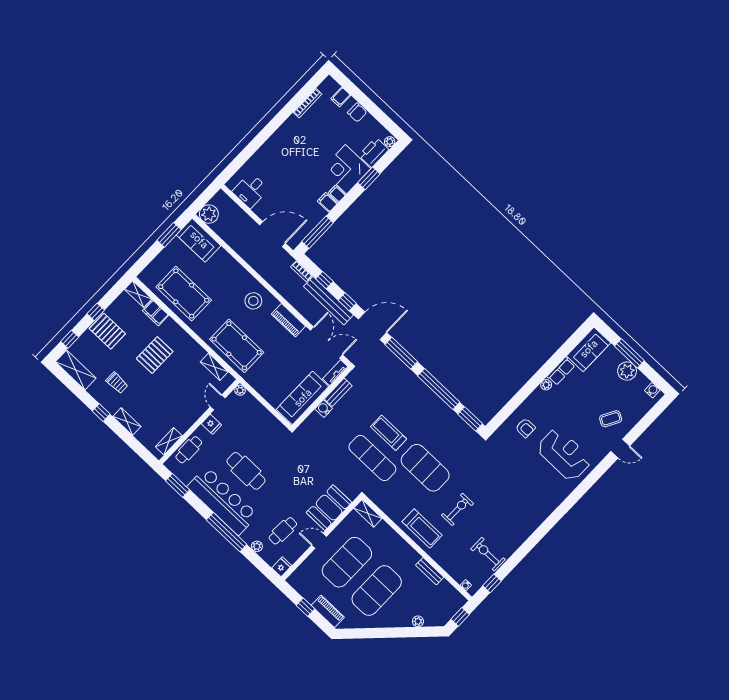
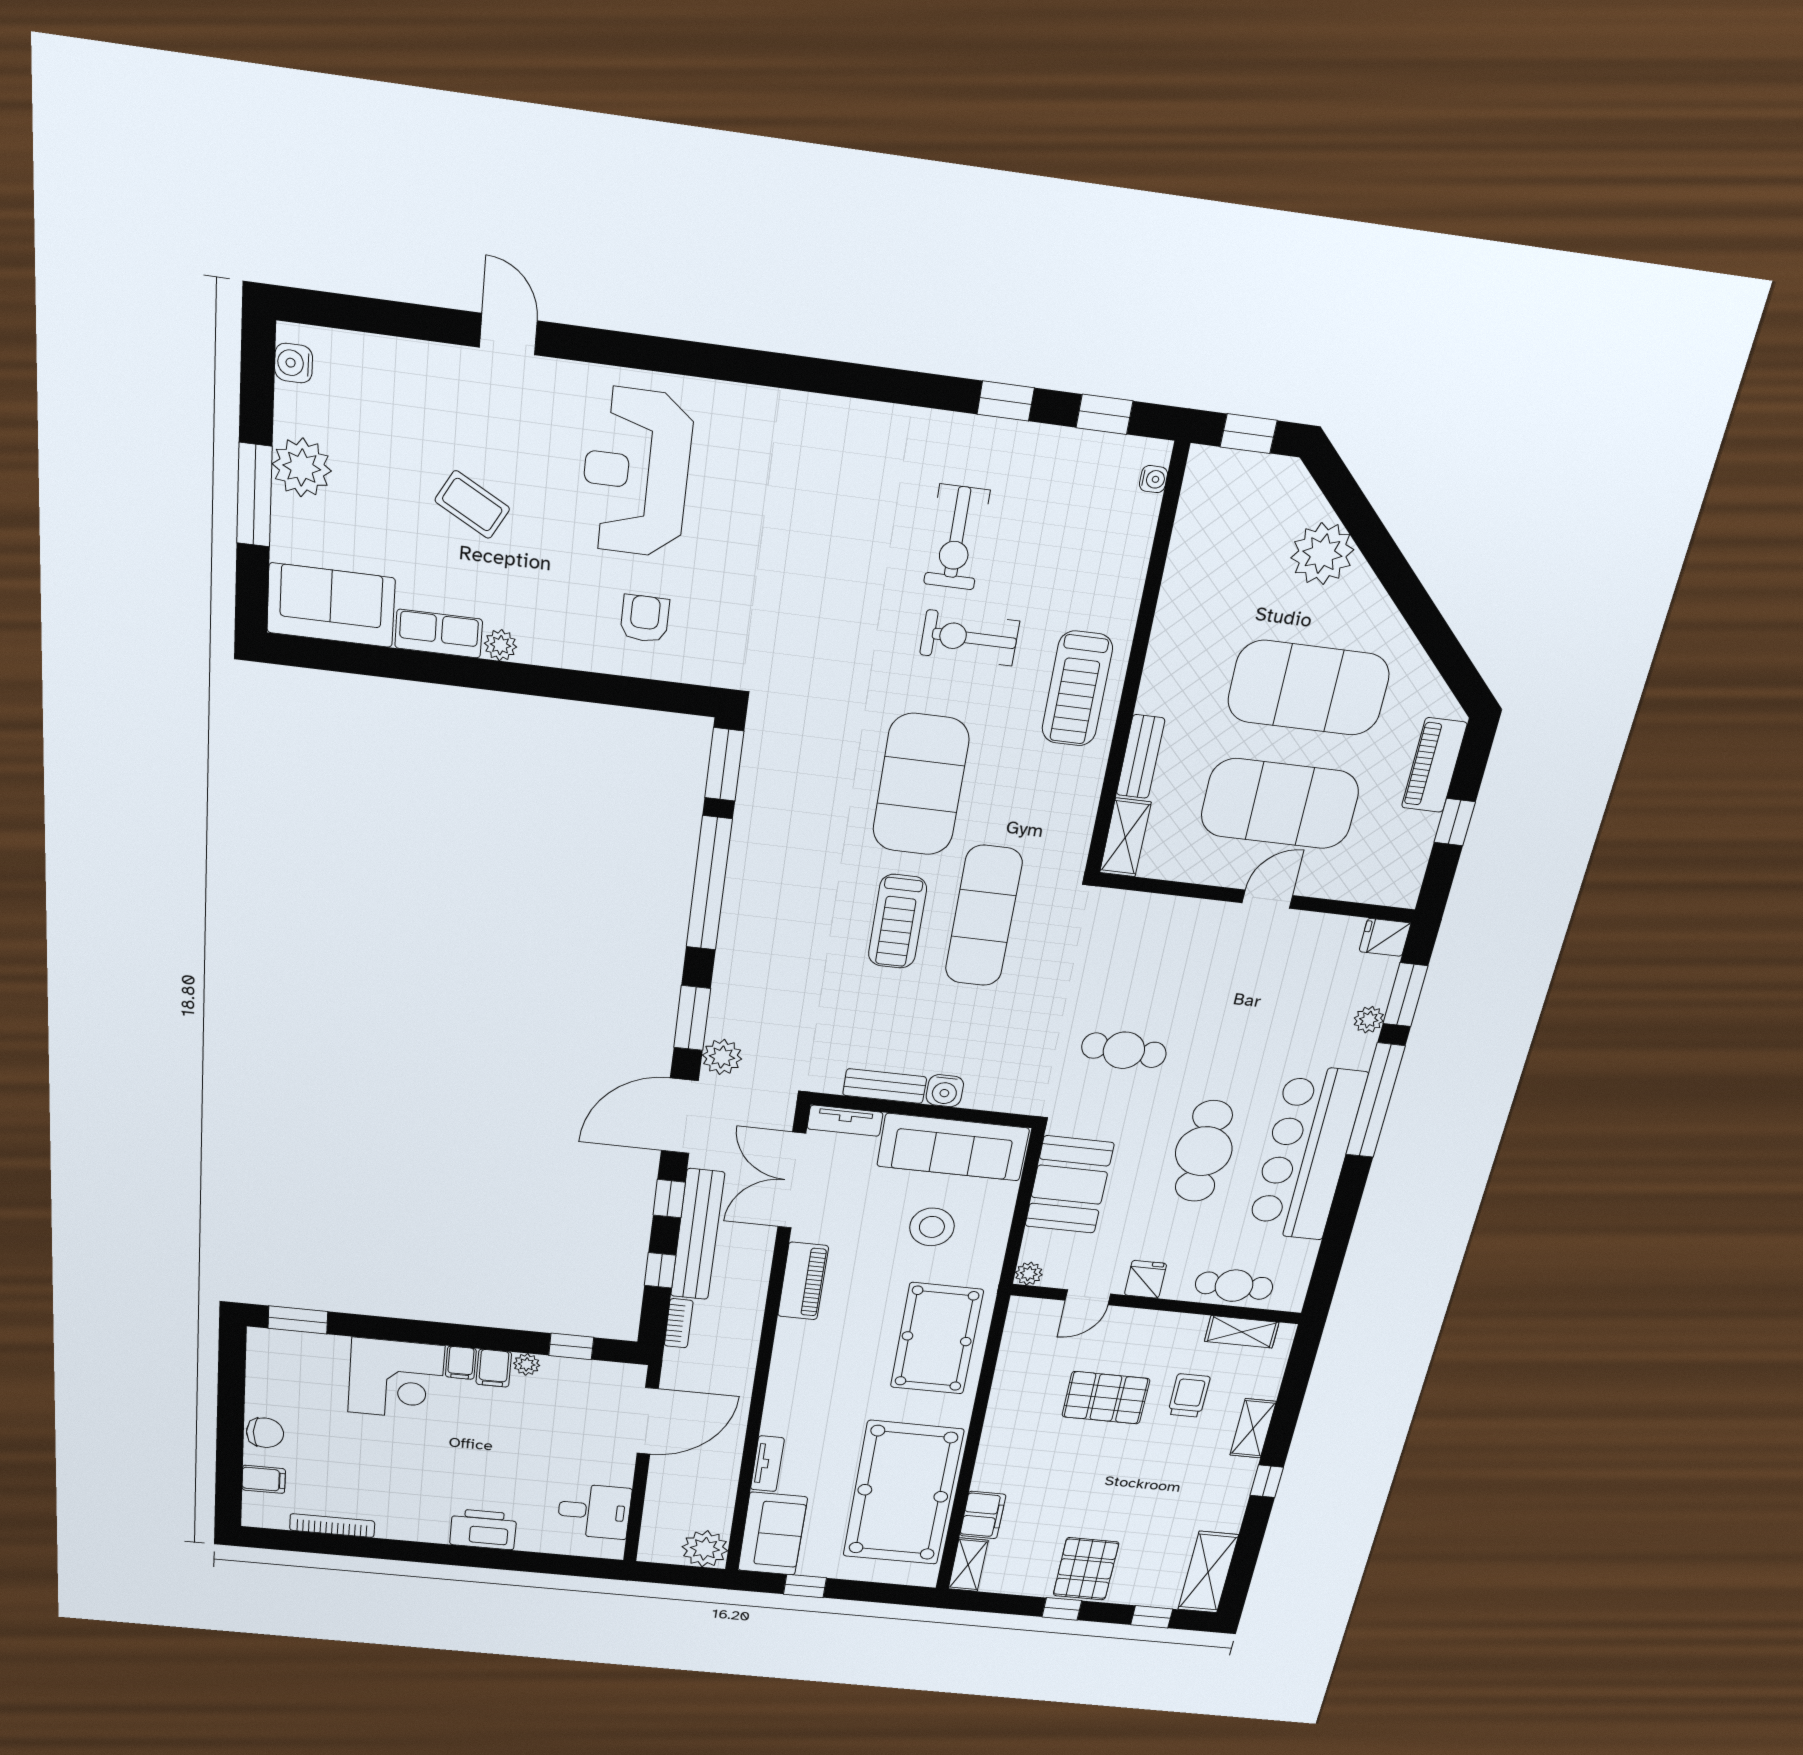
chair: (357, 112) -> (265, 1433), turned 90
plant: (390, 142) -> (527, 1364), moved
printer: (374, 152) -> (483, 1529), moved, turned 180
window: (369, 178) -> (298, 1320), moved
window: (318, 232) -> (571, 1346), width x0.46
door: (272, 234) -> (648, 1421), swing flipped
window: (169, 235) -> (805, 1586), width x0.67
tv unit: (228, 259) -> (767, 1464), added
pool table: (184, 293) -> (903, 1493), width x1.36, depth x1.32
stool: (253, 301) -> (932, 1227), moved
door: (372, 326) -> (680, 1116), hinge flipped
plant: (383, 352) -> (722, 1057), added
window: (401, 353) -> (692, 1018), width x0.69
pallet: (155, 355) -> (1106, 1398), moved
shelving: (214, 367) -> (1015, 1350), removed
trolley: (117, 383) -> (1189, 1395), moved
coffee table: (611, 419) -> (472, 505), moved
window: (178, 485) -> (1405, 995), moved
booth: (329, 508) -> (1069, 1185), moved, turned 90
treadmill: (422, 528) -> (1077, 689), turned 180
cafe table: (283, 531) -> (1124, 1050), moved
door: (319, 541) -> (1267, 899), swing flipped
exercise bike: (488, 554) -> (957, 537), moved
window: (514, 561) -> (1006, 401), added
bench: (430, 571) -> (1141, 757), moved
plant: (418, 621) -> (1322, 554), width x1.87, depth x1.87

